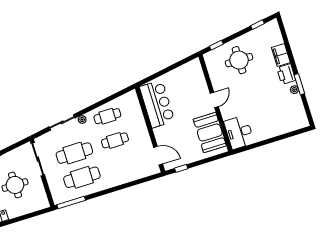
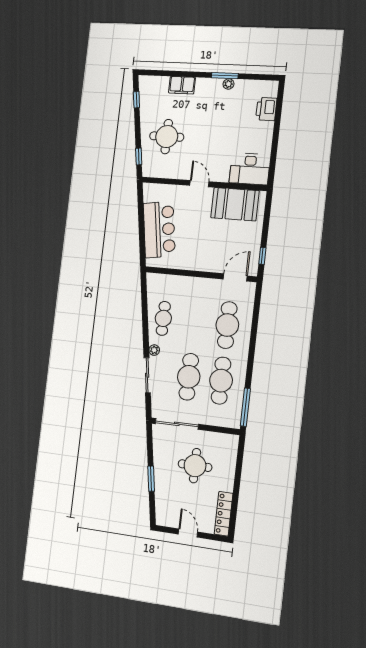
printer: (286, 74) -> (266, 109), moved, turned 90
bar counter: (157, 104) -> (159, 230), moved, turned 81
cafe table: (115, 140) -> (227, 325), moved, width x1.37, depth x1.35

